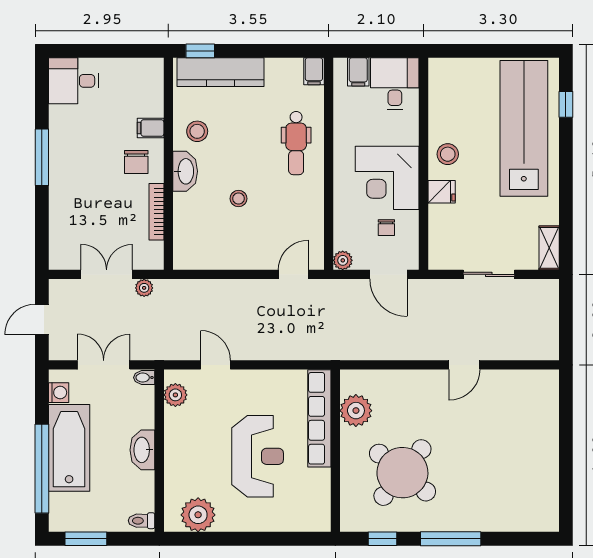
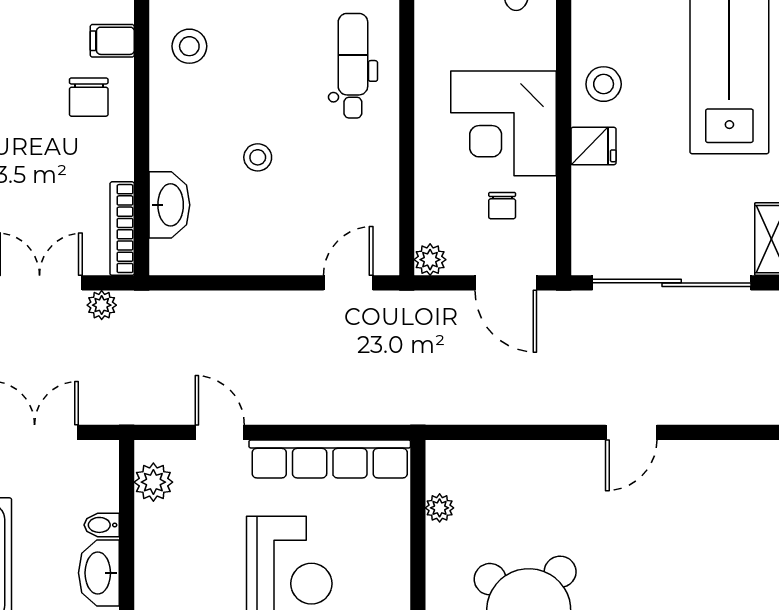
dental chair: (296, 143) -> (353, 66), turned 180
washbasin: (185, 171) -> (169, 205), moved
bookcase: (156, 212) -> (122, 229), moved
sliding door: (489, 274) -> (672, 283), width x1.86
bidet: (144, 378) -> (102, 525), moved
plant: (356, 411) -> (440, 508), width x0.53, depth x0.53
row of seats: (319, 418) -> (330, 459), moved, turned -90

